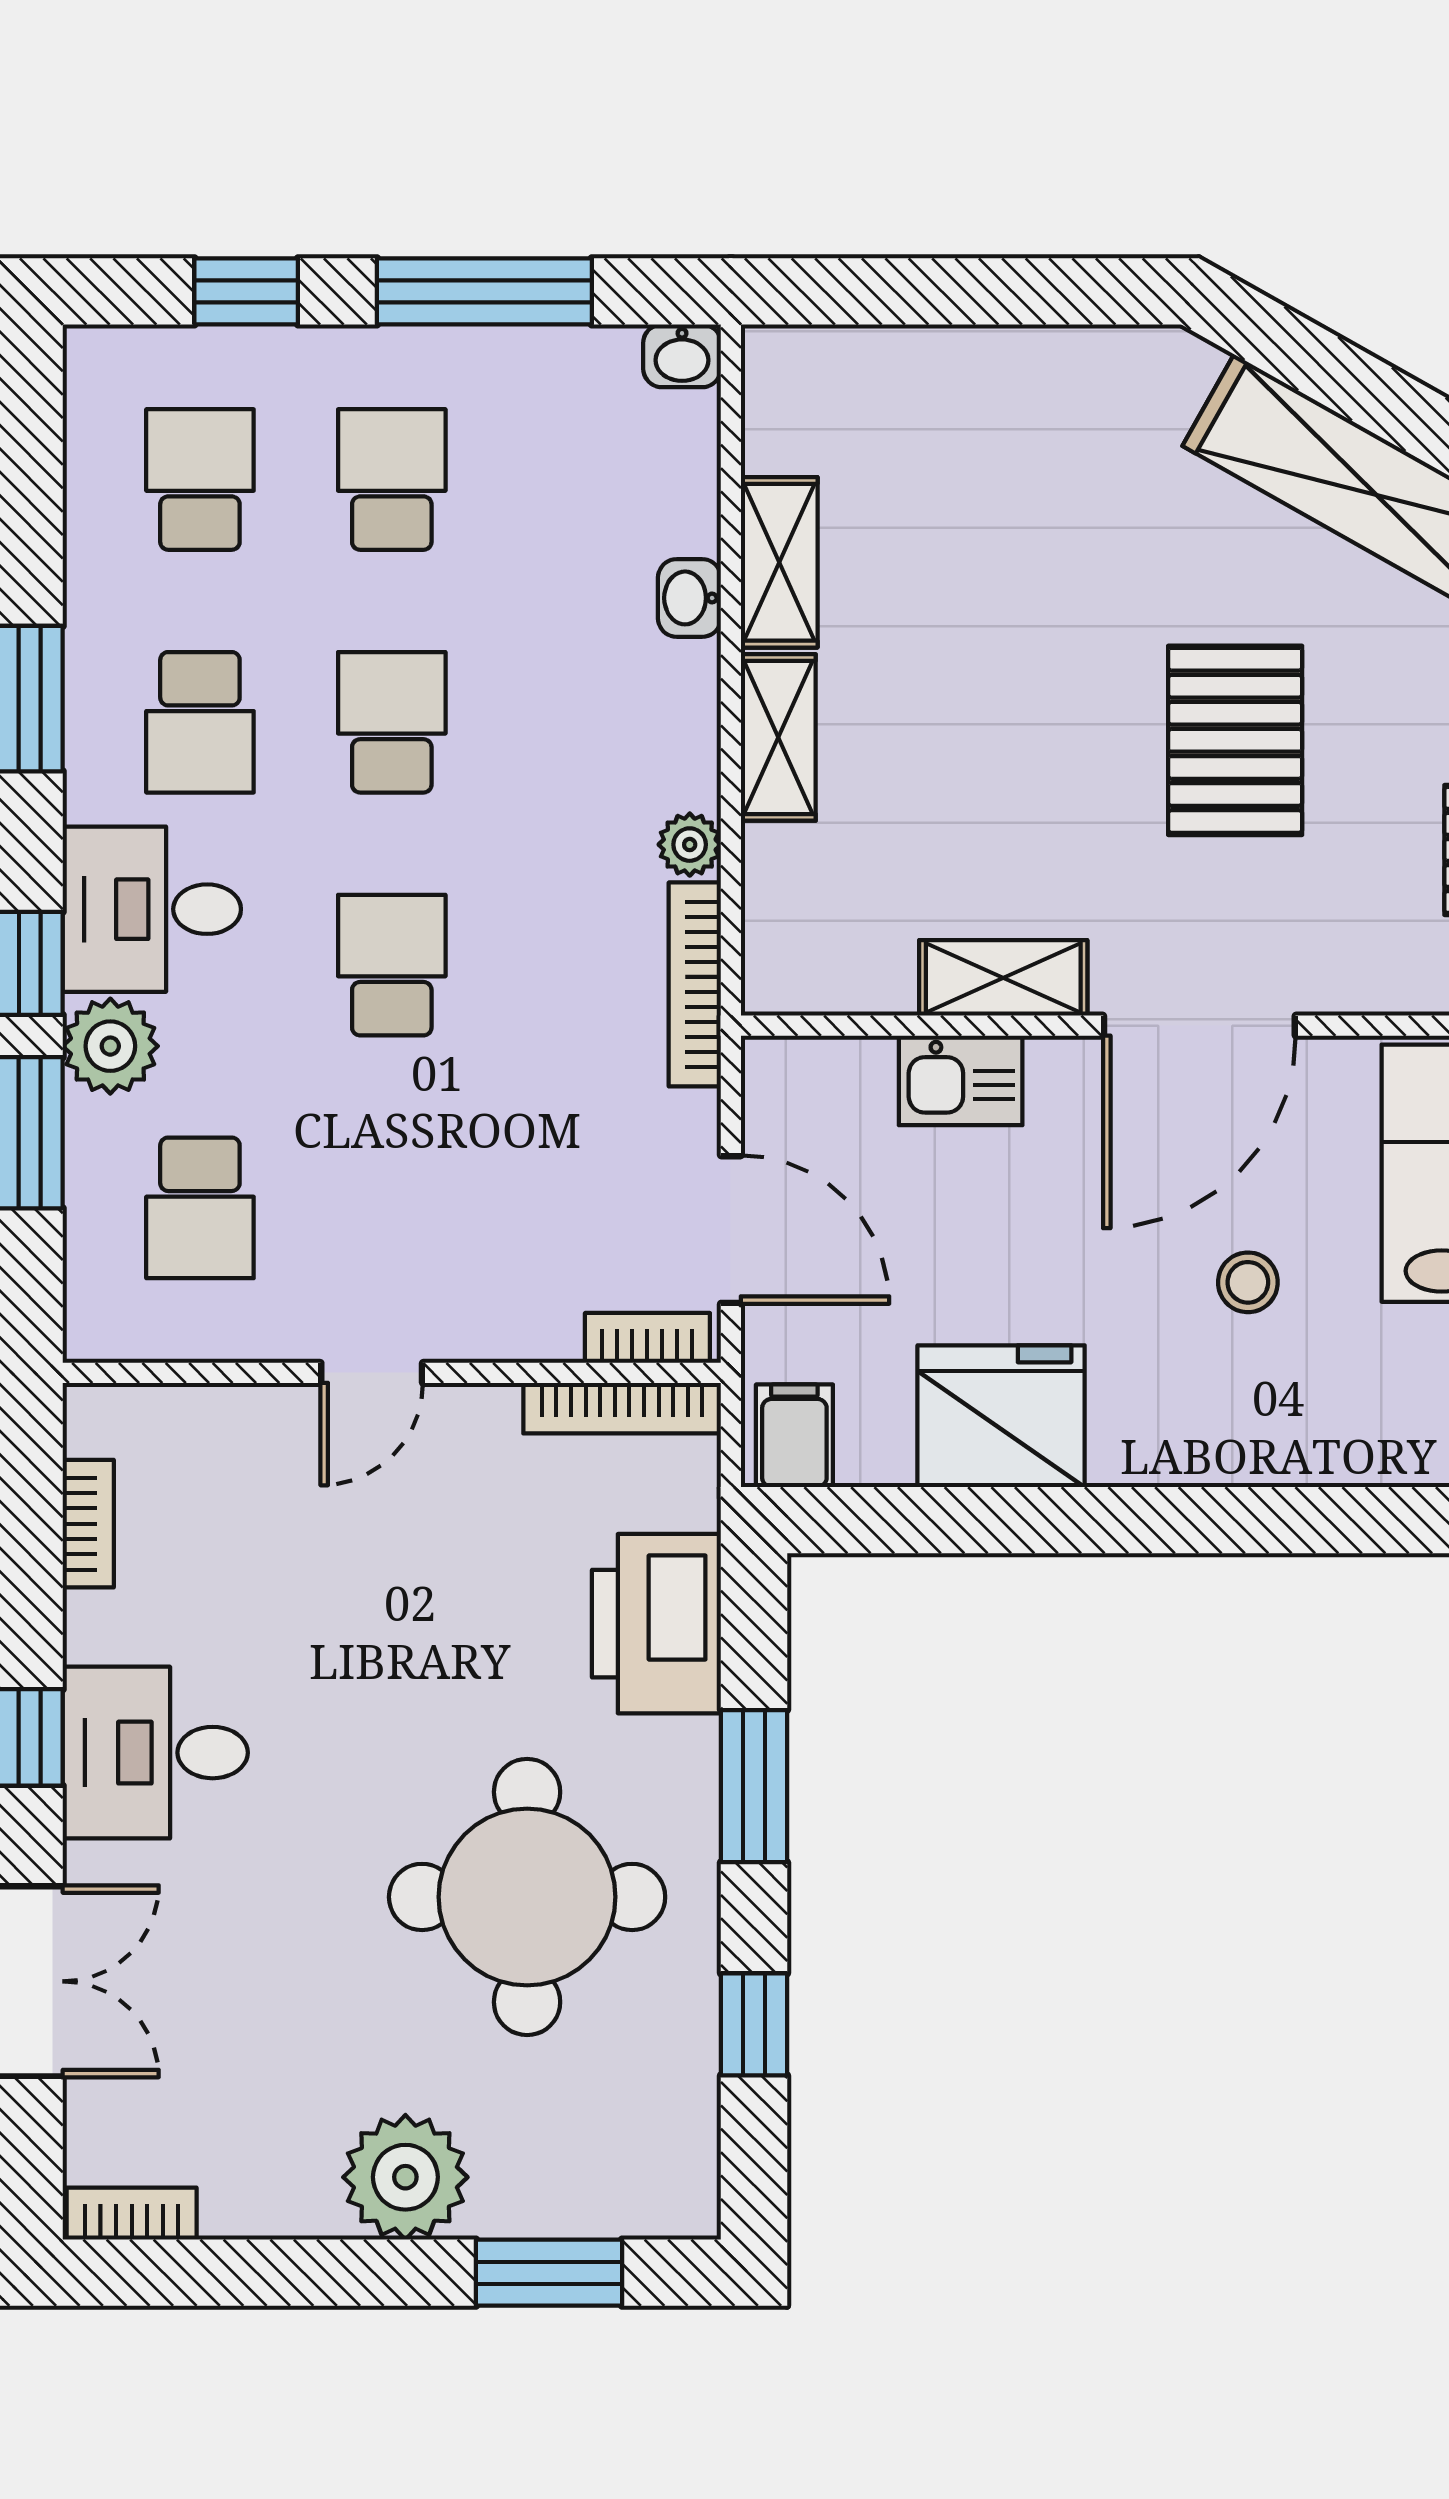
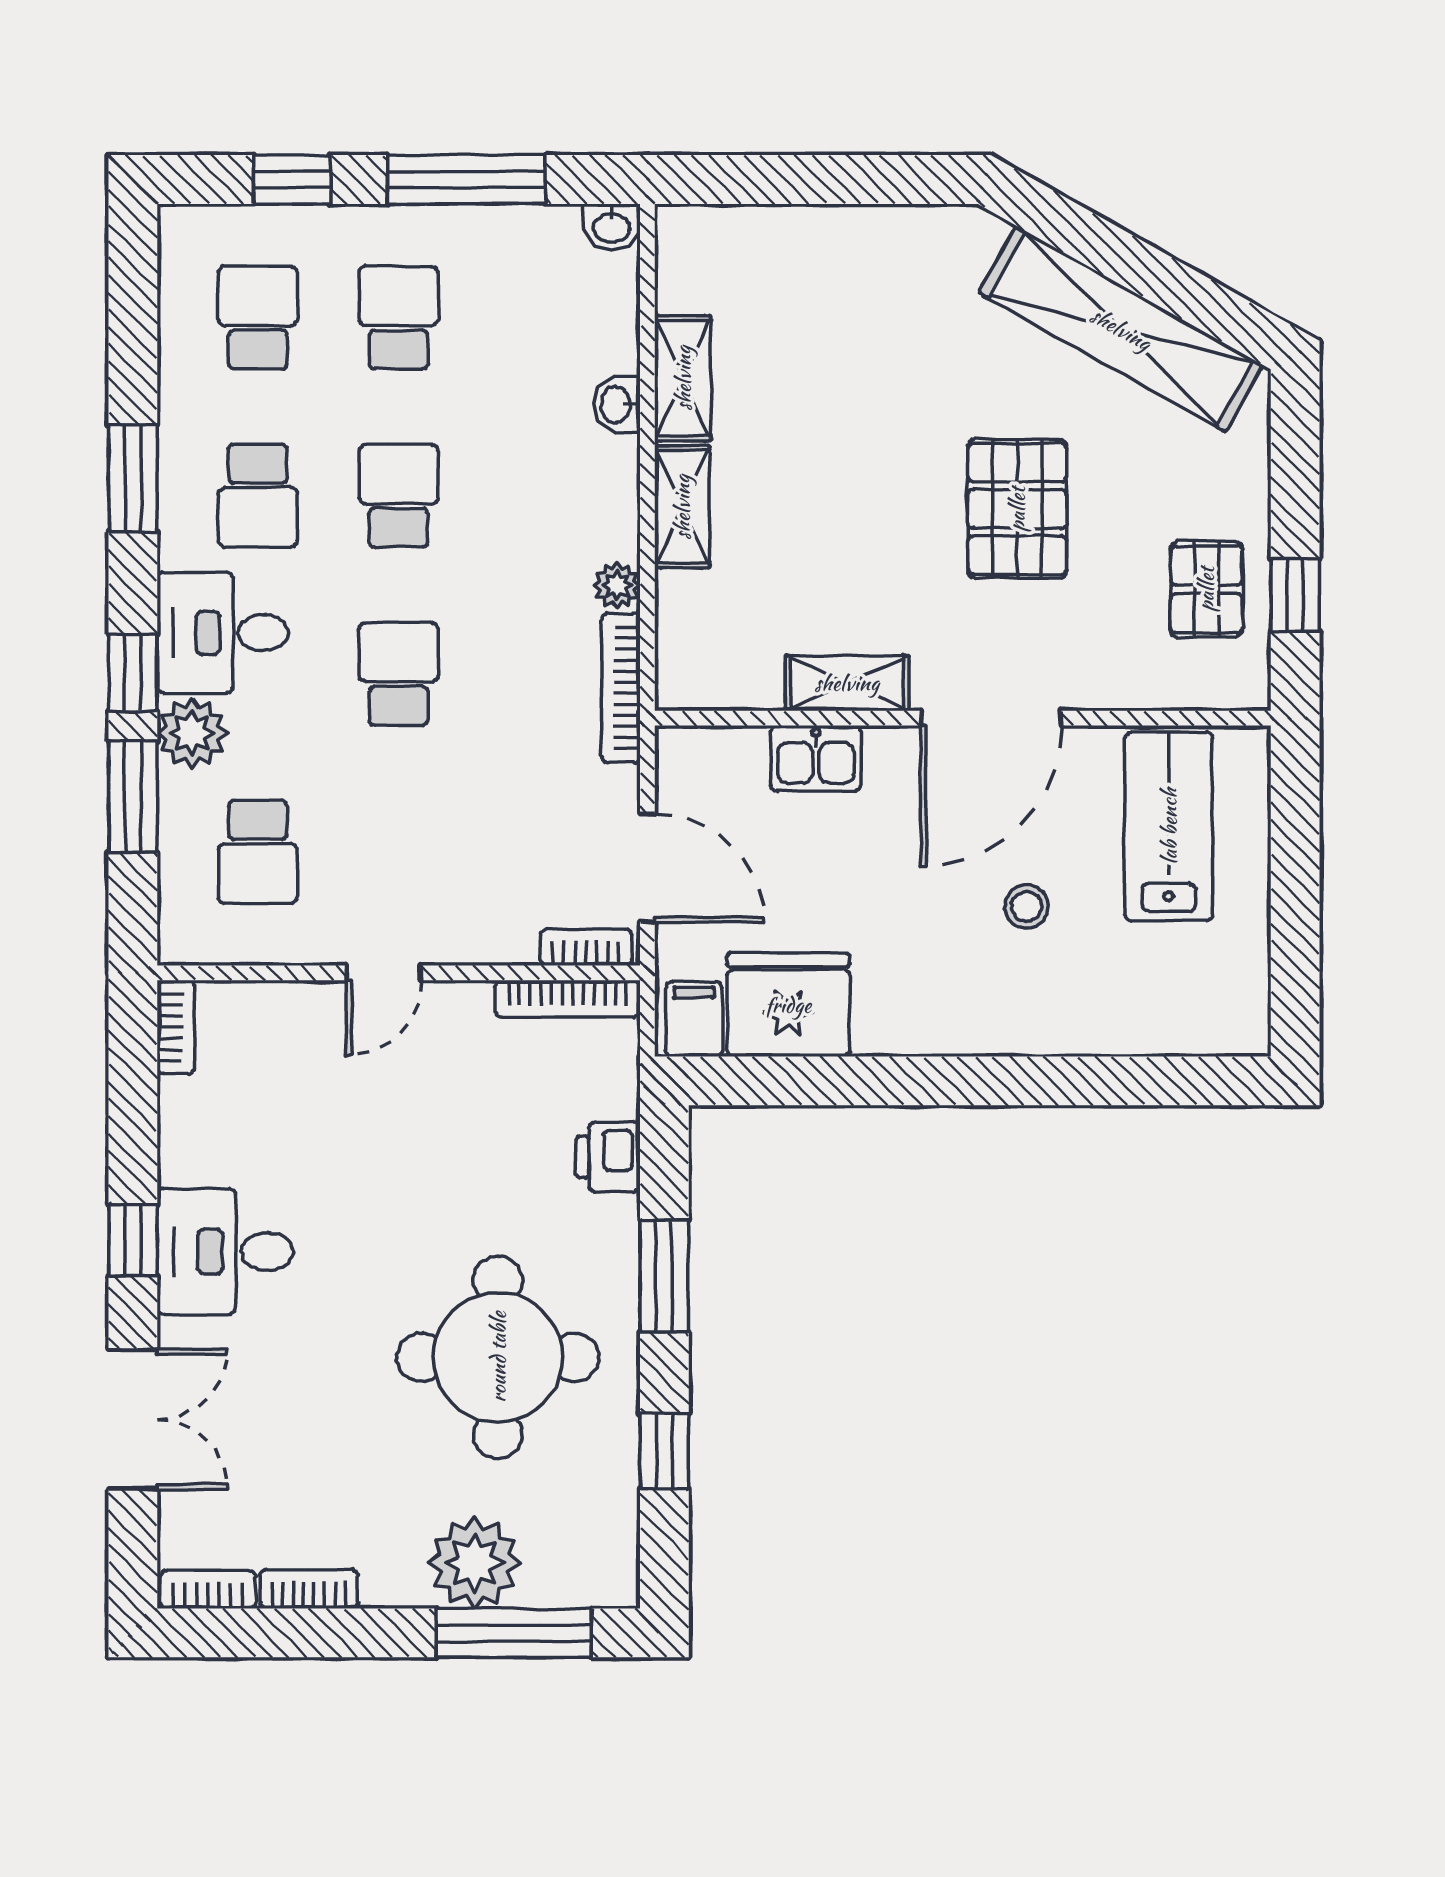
fridge: (1001, 1416) -> (788, 1005), moved
bookcase: (88, 1524) -> (176, 1027), moved
printer: (656, 1624) -> (608, 1157), width x0.53, depth x0.68
plant: (405, 2177) -> (475, 1563), moved
bookcase: (270, 2213) -> (309, 1589), added
window: (549, 2273) -> (514, 1633), width x1.44

